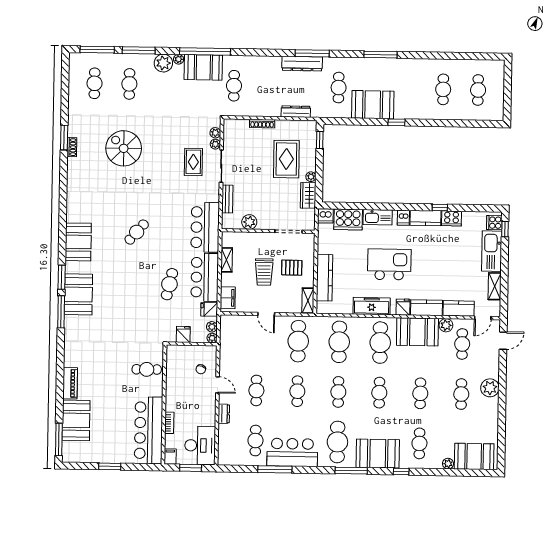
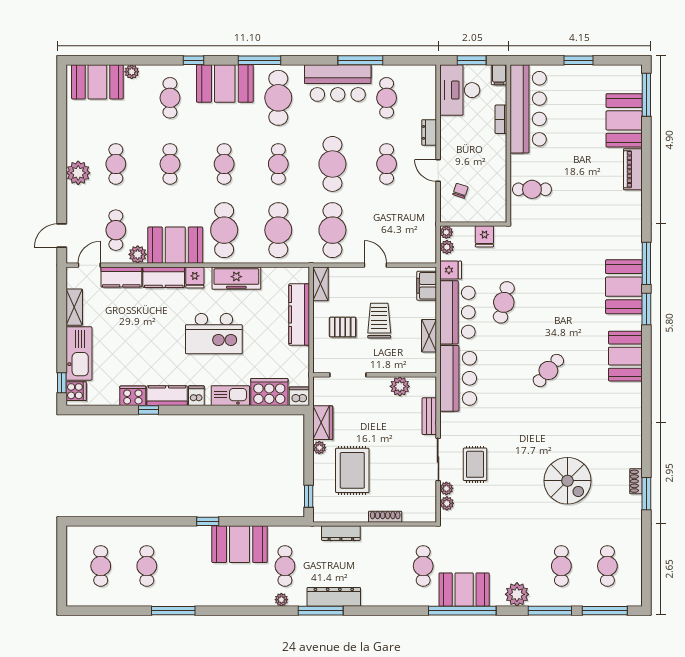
window: (381, 55) -> (173, 611), moved
plant: (179, 59) -> (281, 600), moved
cafe table: (297, 391) -> (332, 164), width x1.37, depth x1.35

